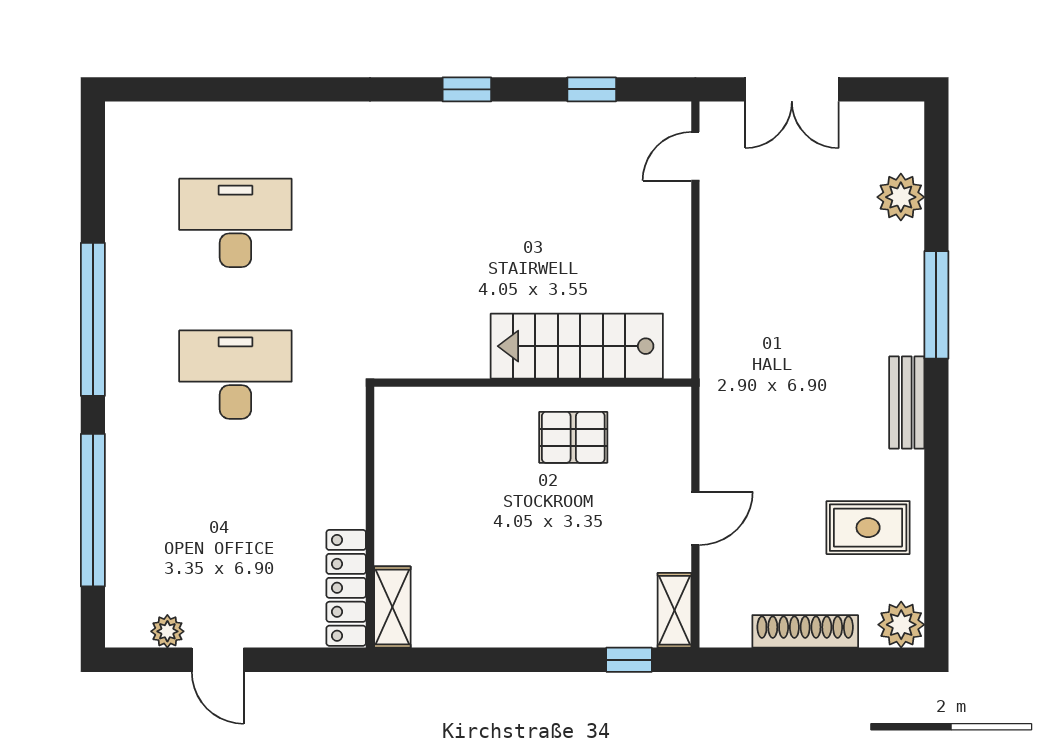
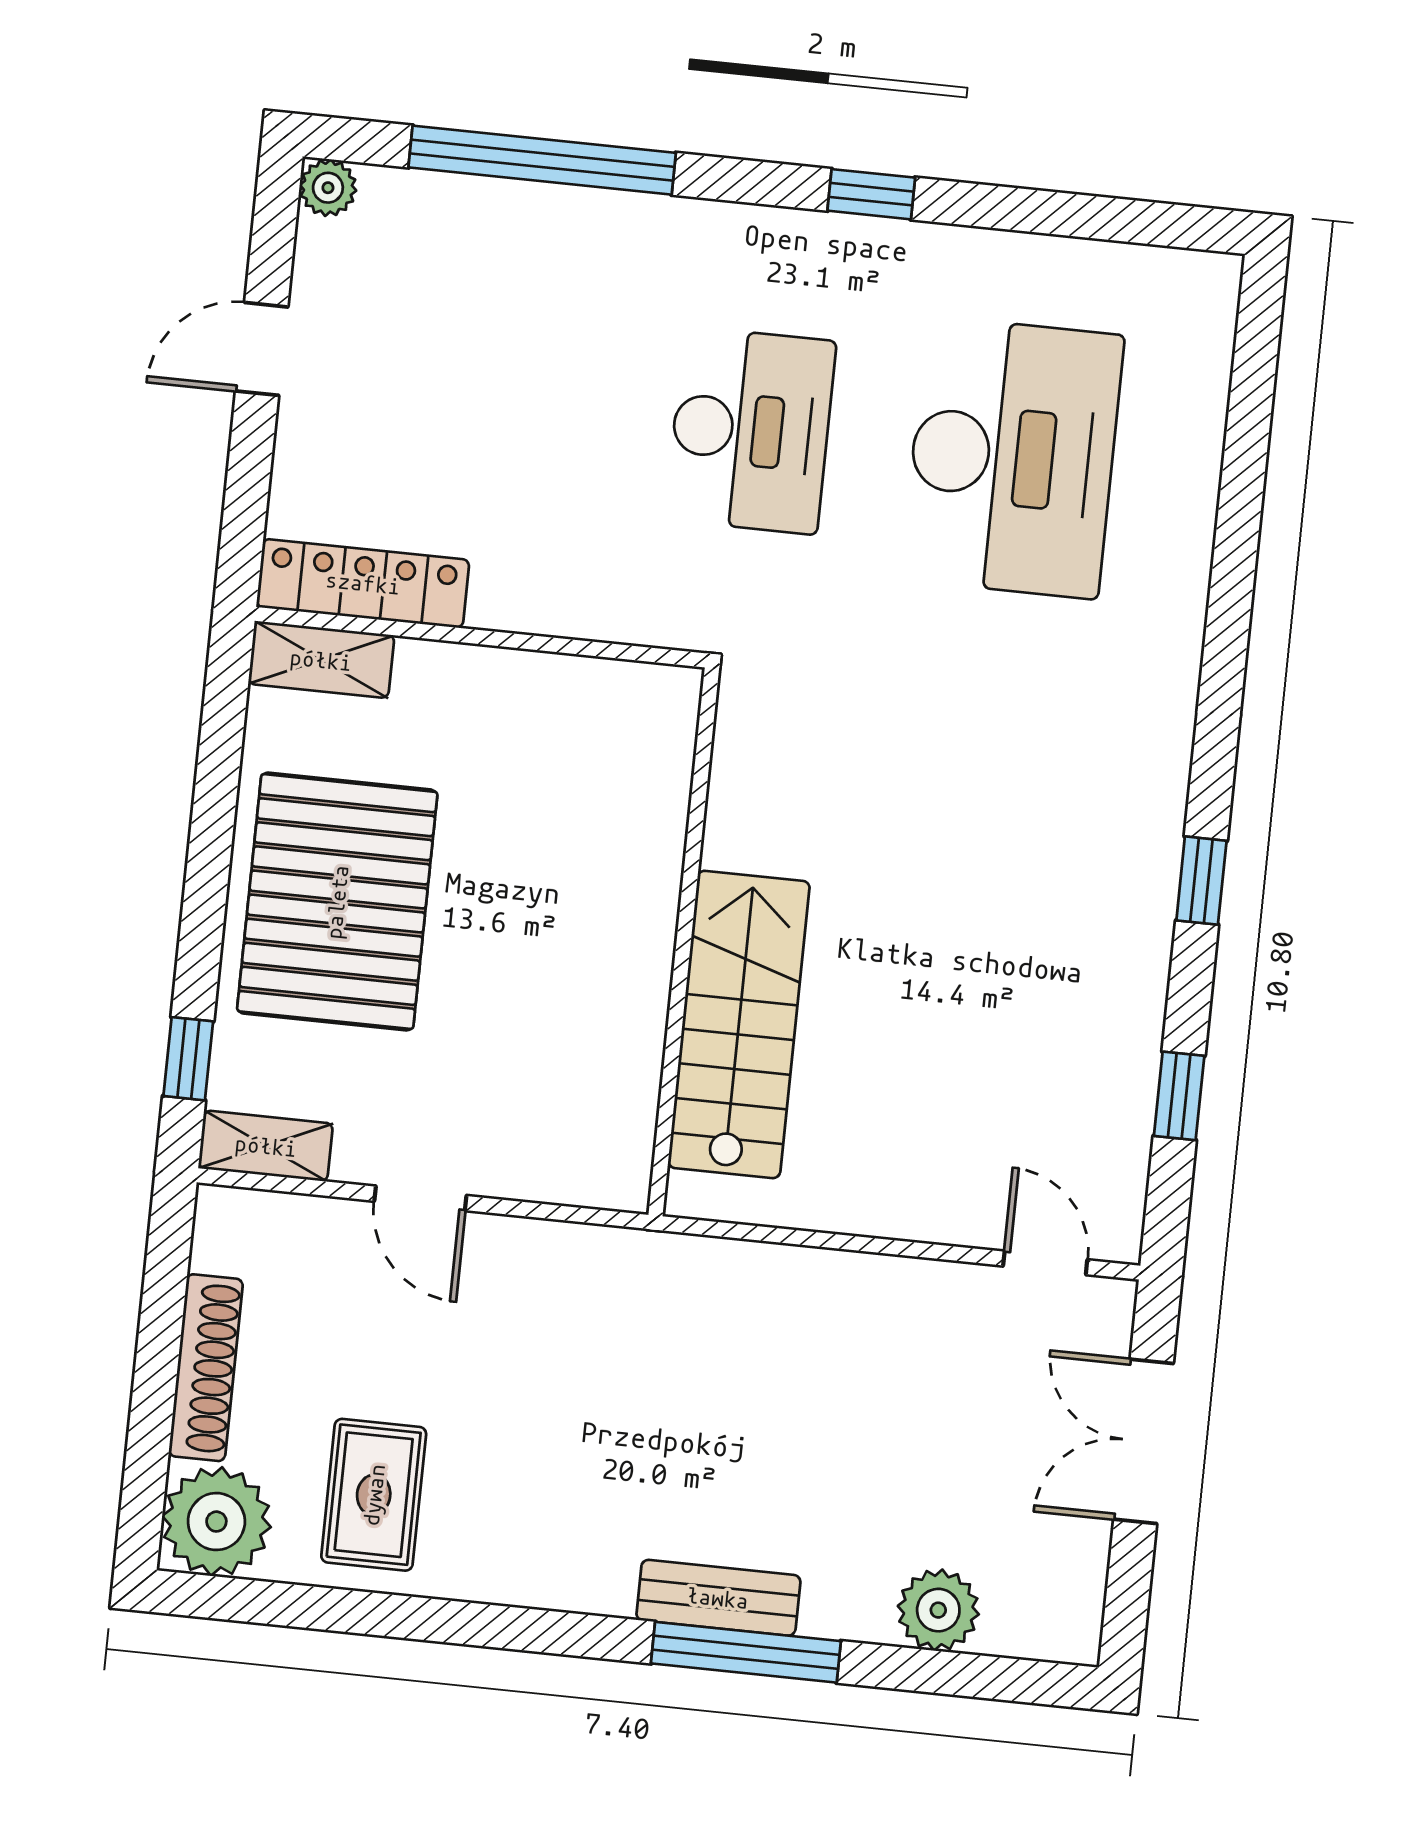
desk: (235, 223) -> (1012, 457), width x1.36, depth x1.30
window: (93, 319) -> (871, 194), width x0.32
bench: (907, 402) -> (718, 1598), moved
pallet: (573, 437) -> (337, 902), moved, width x2.05, depth x2.00
plant: (901, 625) -> (216, 1522), width x1.36, depth x1.36
plant: (167, 631) -> (328, 188), moved

